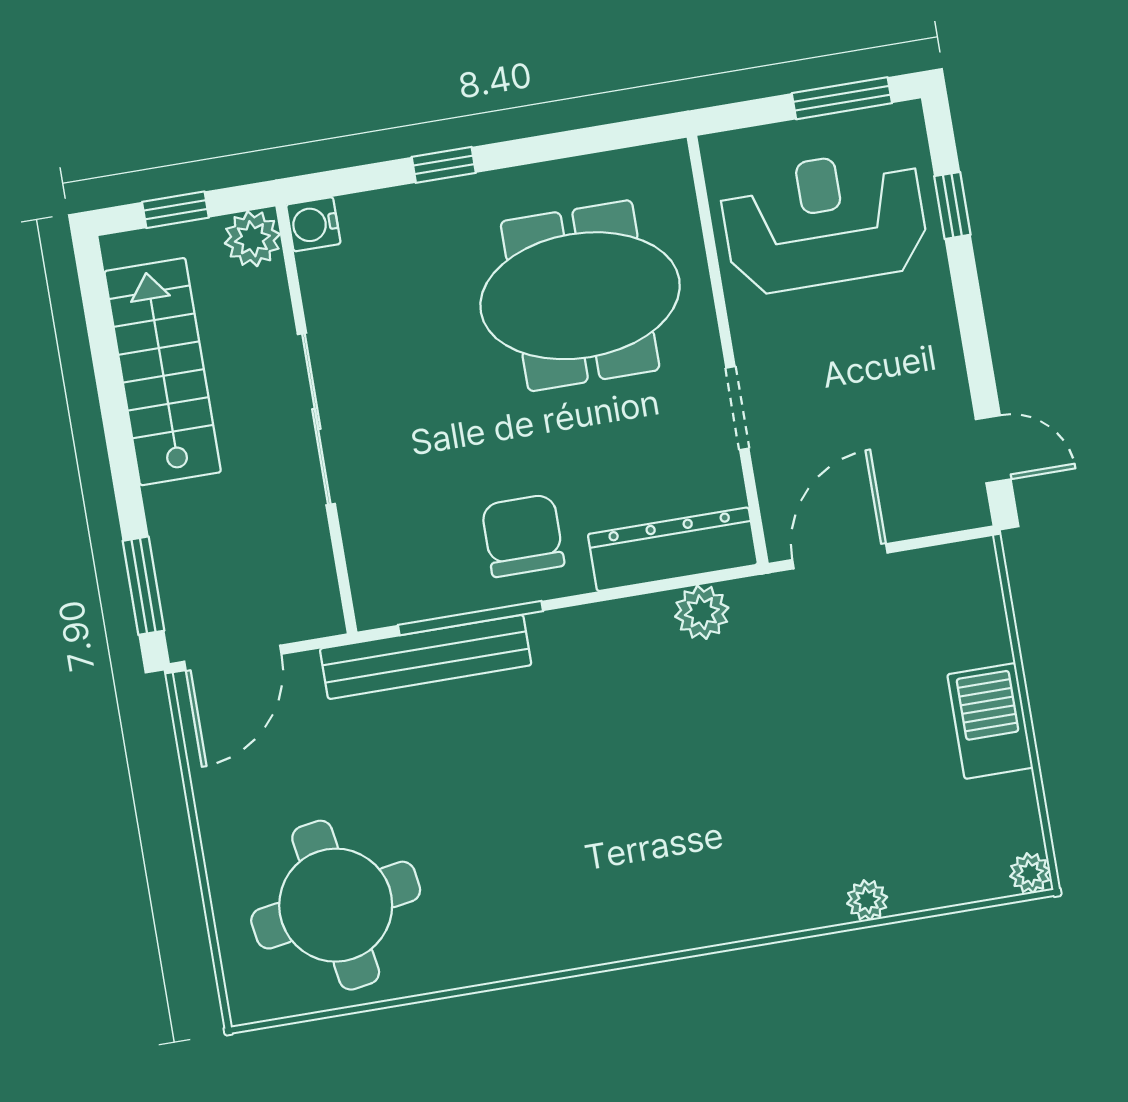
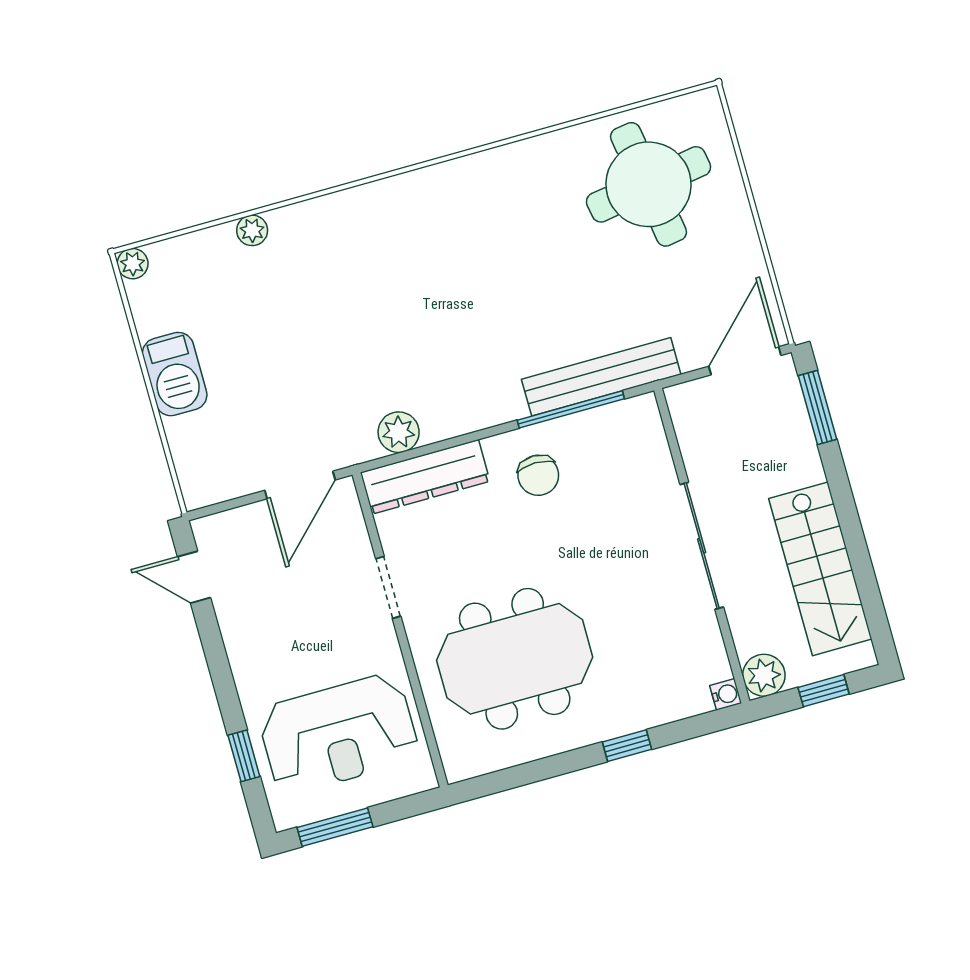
water cooler: (313, 224) -> (726, 694), width x0.72, depth x0.72
chair: (523, 535) -> (538, 475), width x0.73, depth x0.73

